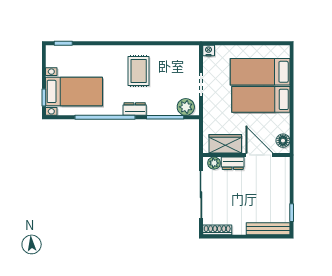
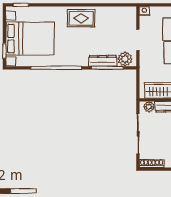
rug: (139, 71) -> (81, 18), moved, turned 90
bed with nightstands: (74, 91) -> (30, 39), width x1.36
dresser: (135, 109) -> (103, 61), moved, width x1.44

